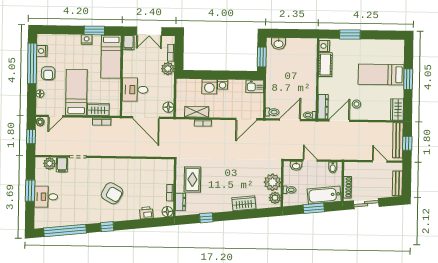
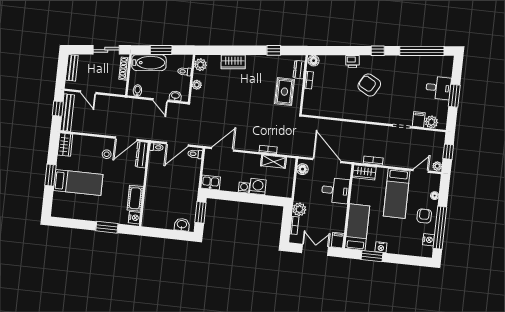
wardrobe: (98, 109) -> (364, 172), moved
plant: (272, 182) -> (197, 85), width x0.53, depth x0.53
printer: (146, 213) -> (353, 61), moved

